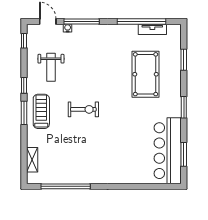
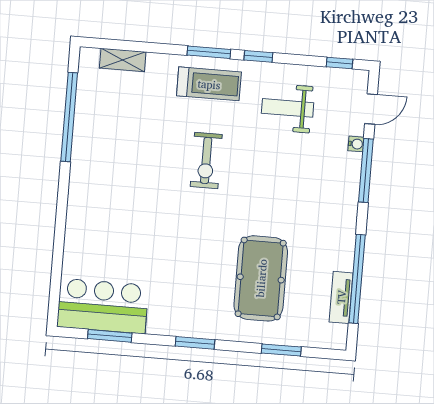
pool table: (146, 74) -> (261, 278), turned 90
bar counter: (168, 151) -> (103, 306), width x0.73

